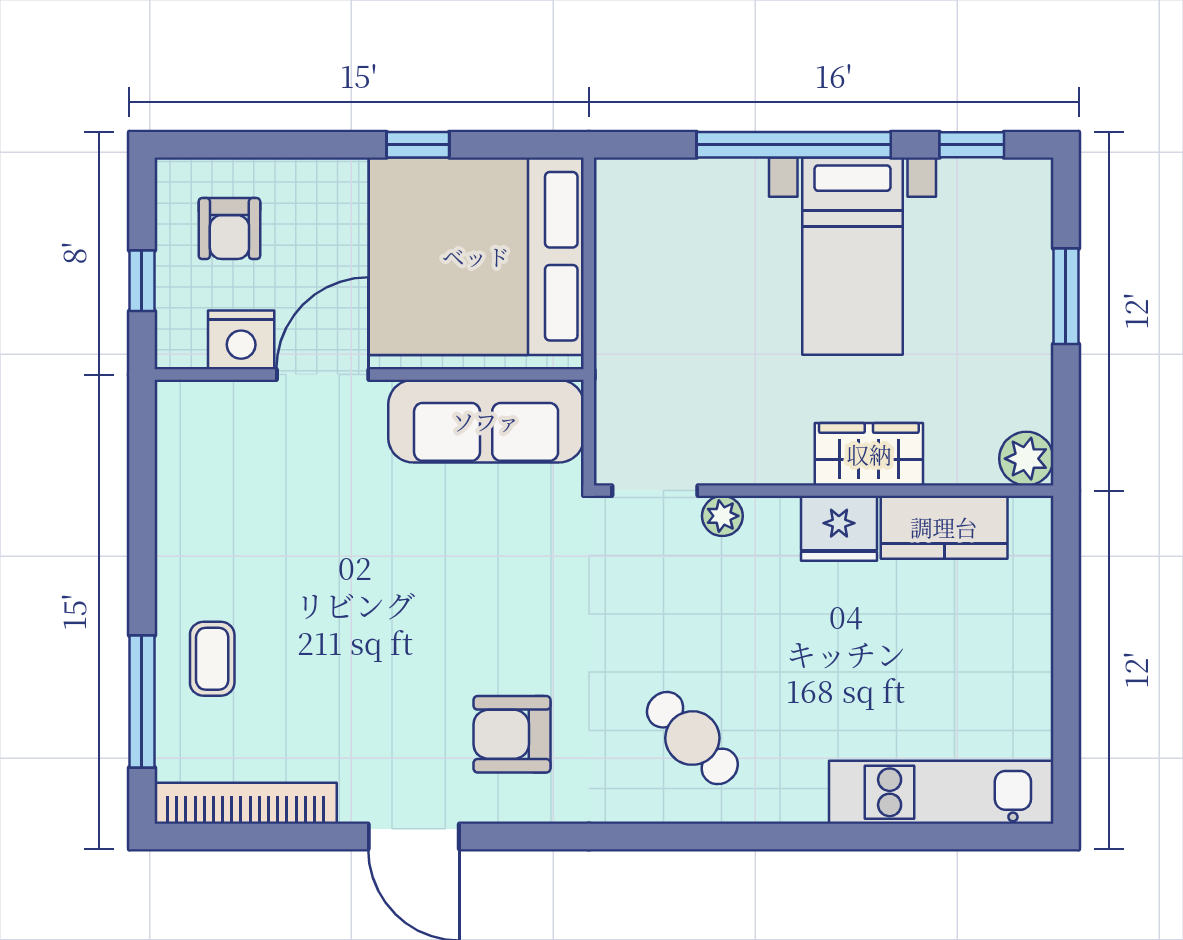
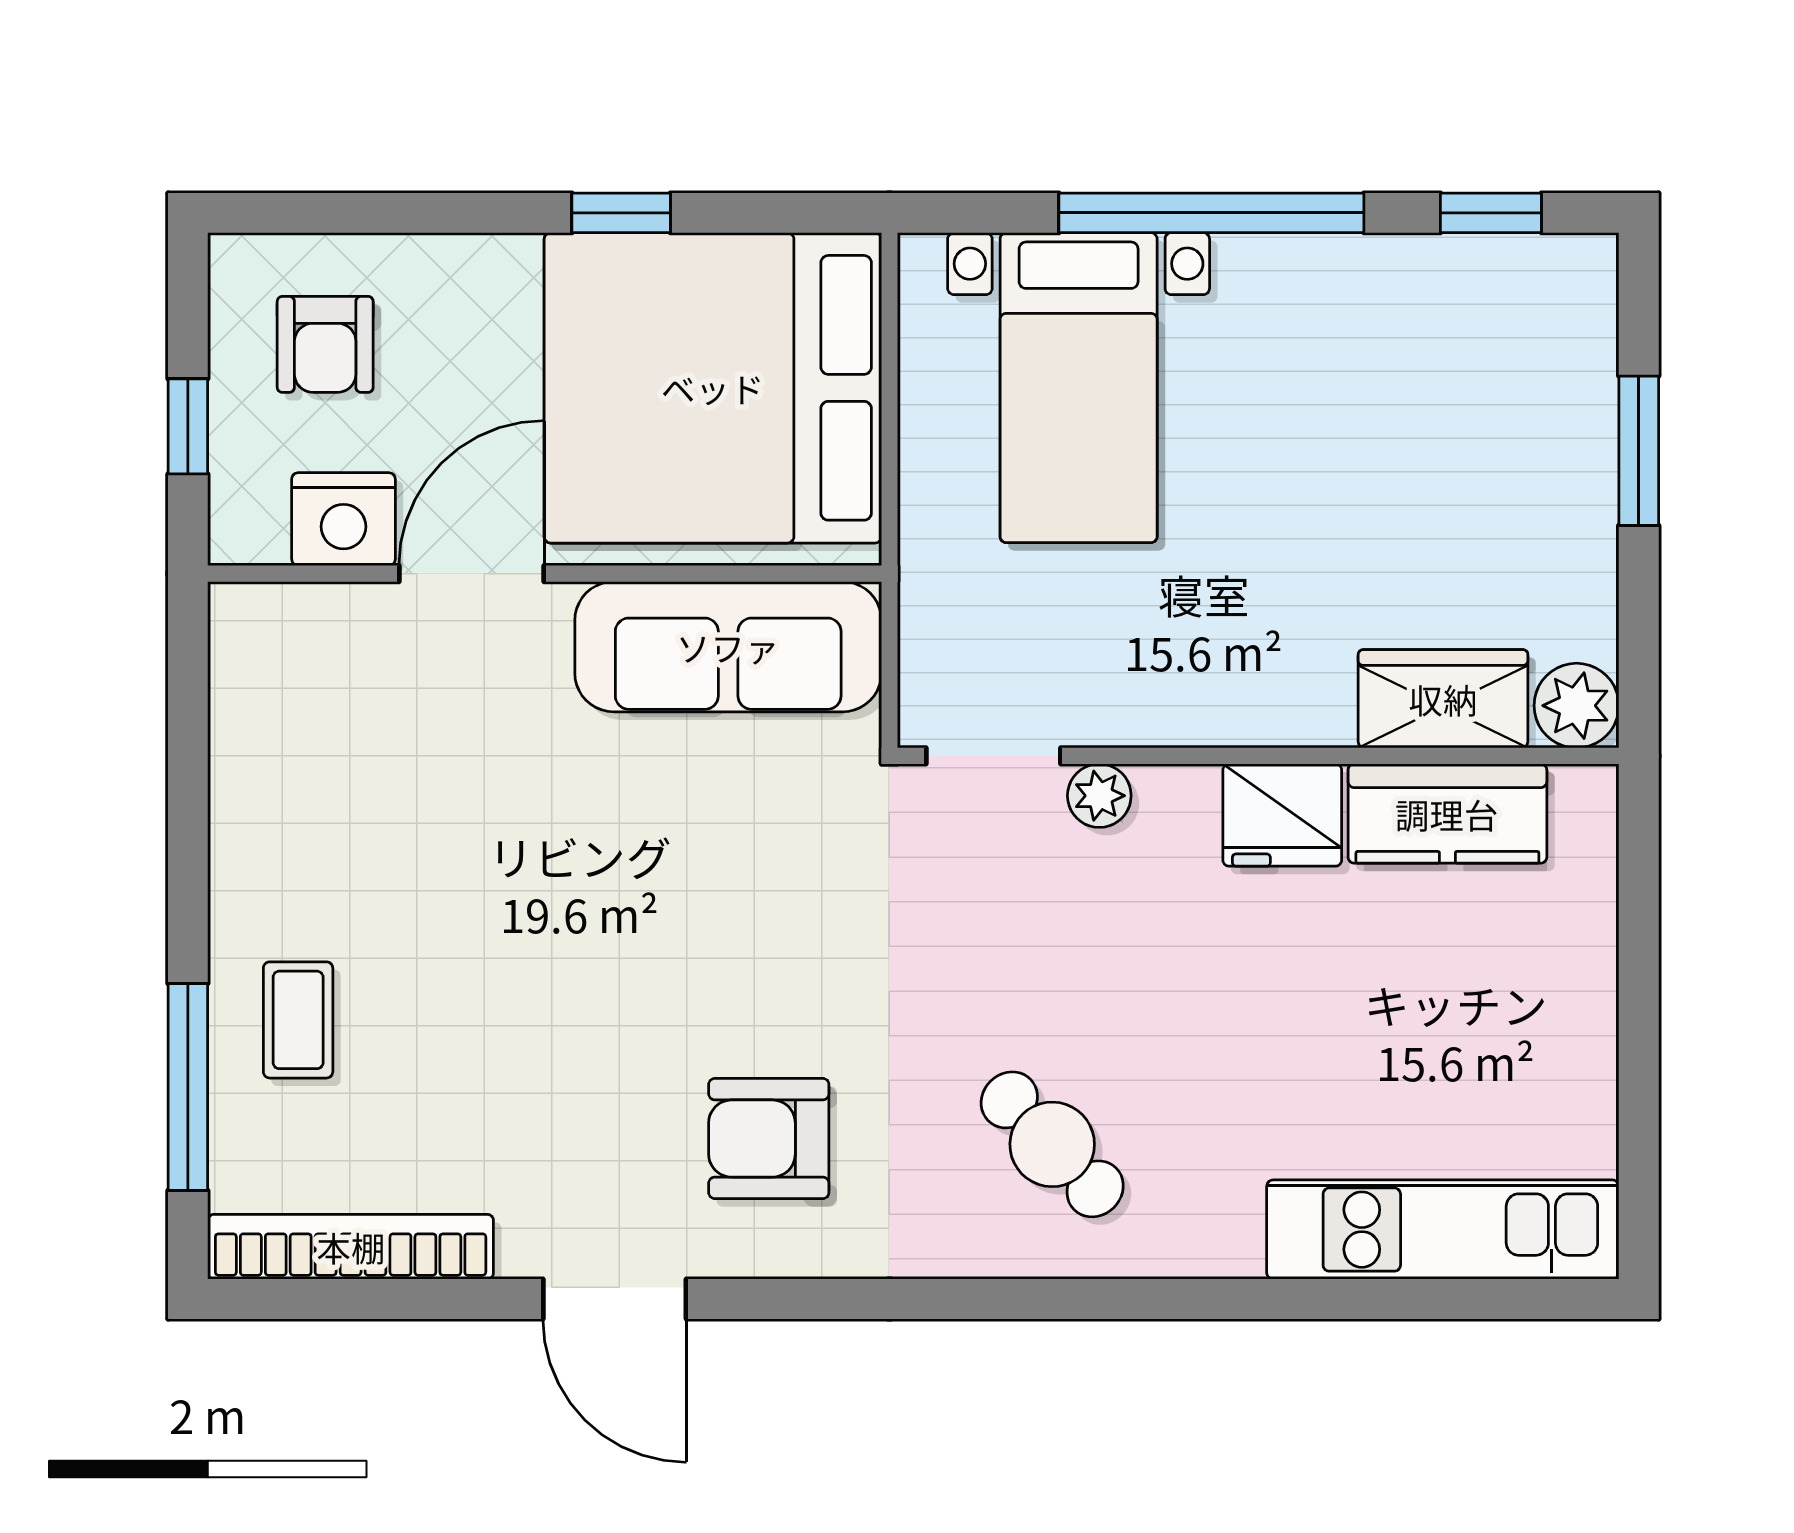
bed with nightstands: (852, 256) -> (1079, 388), moved
wardrobe: (869, 454) -> (1443, 699), moved

